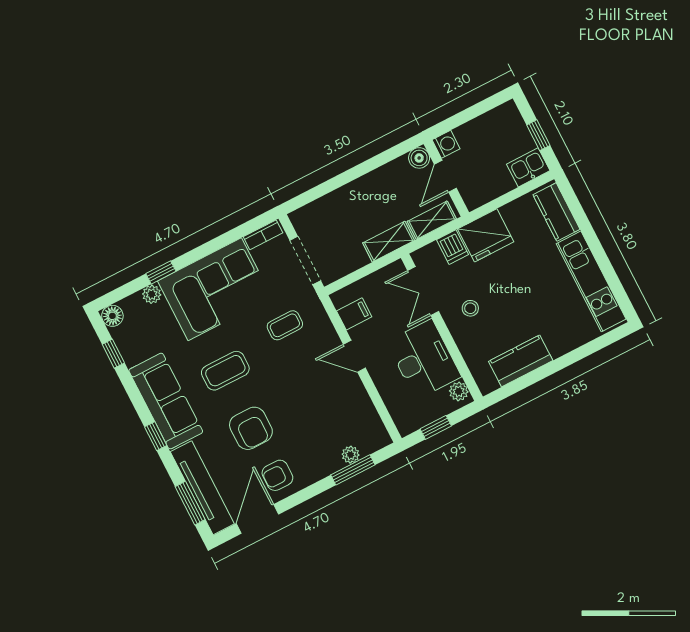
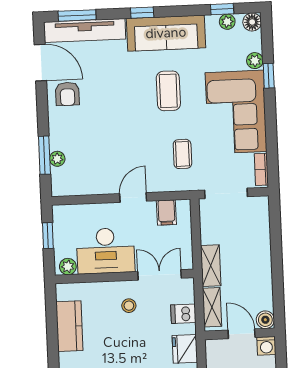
fridge: (486, 235) -> (185, 349), width x0.73, depth x0.75
plant: (124, 342) -> (227, 22), added
armchair: (251, 428) -> (114, 90), removed
armchair: (277, 475) -> (67, 94), turned 180

